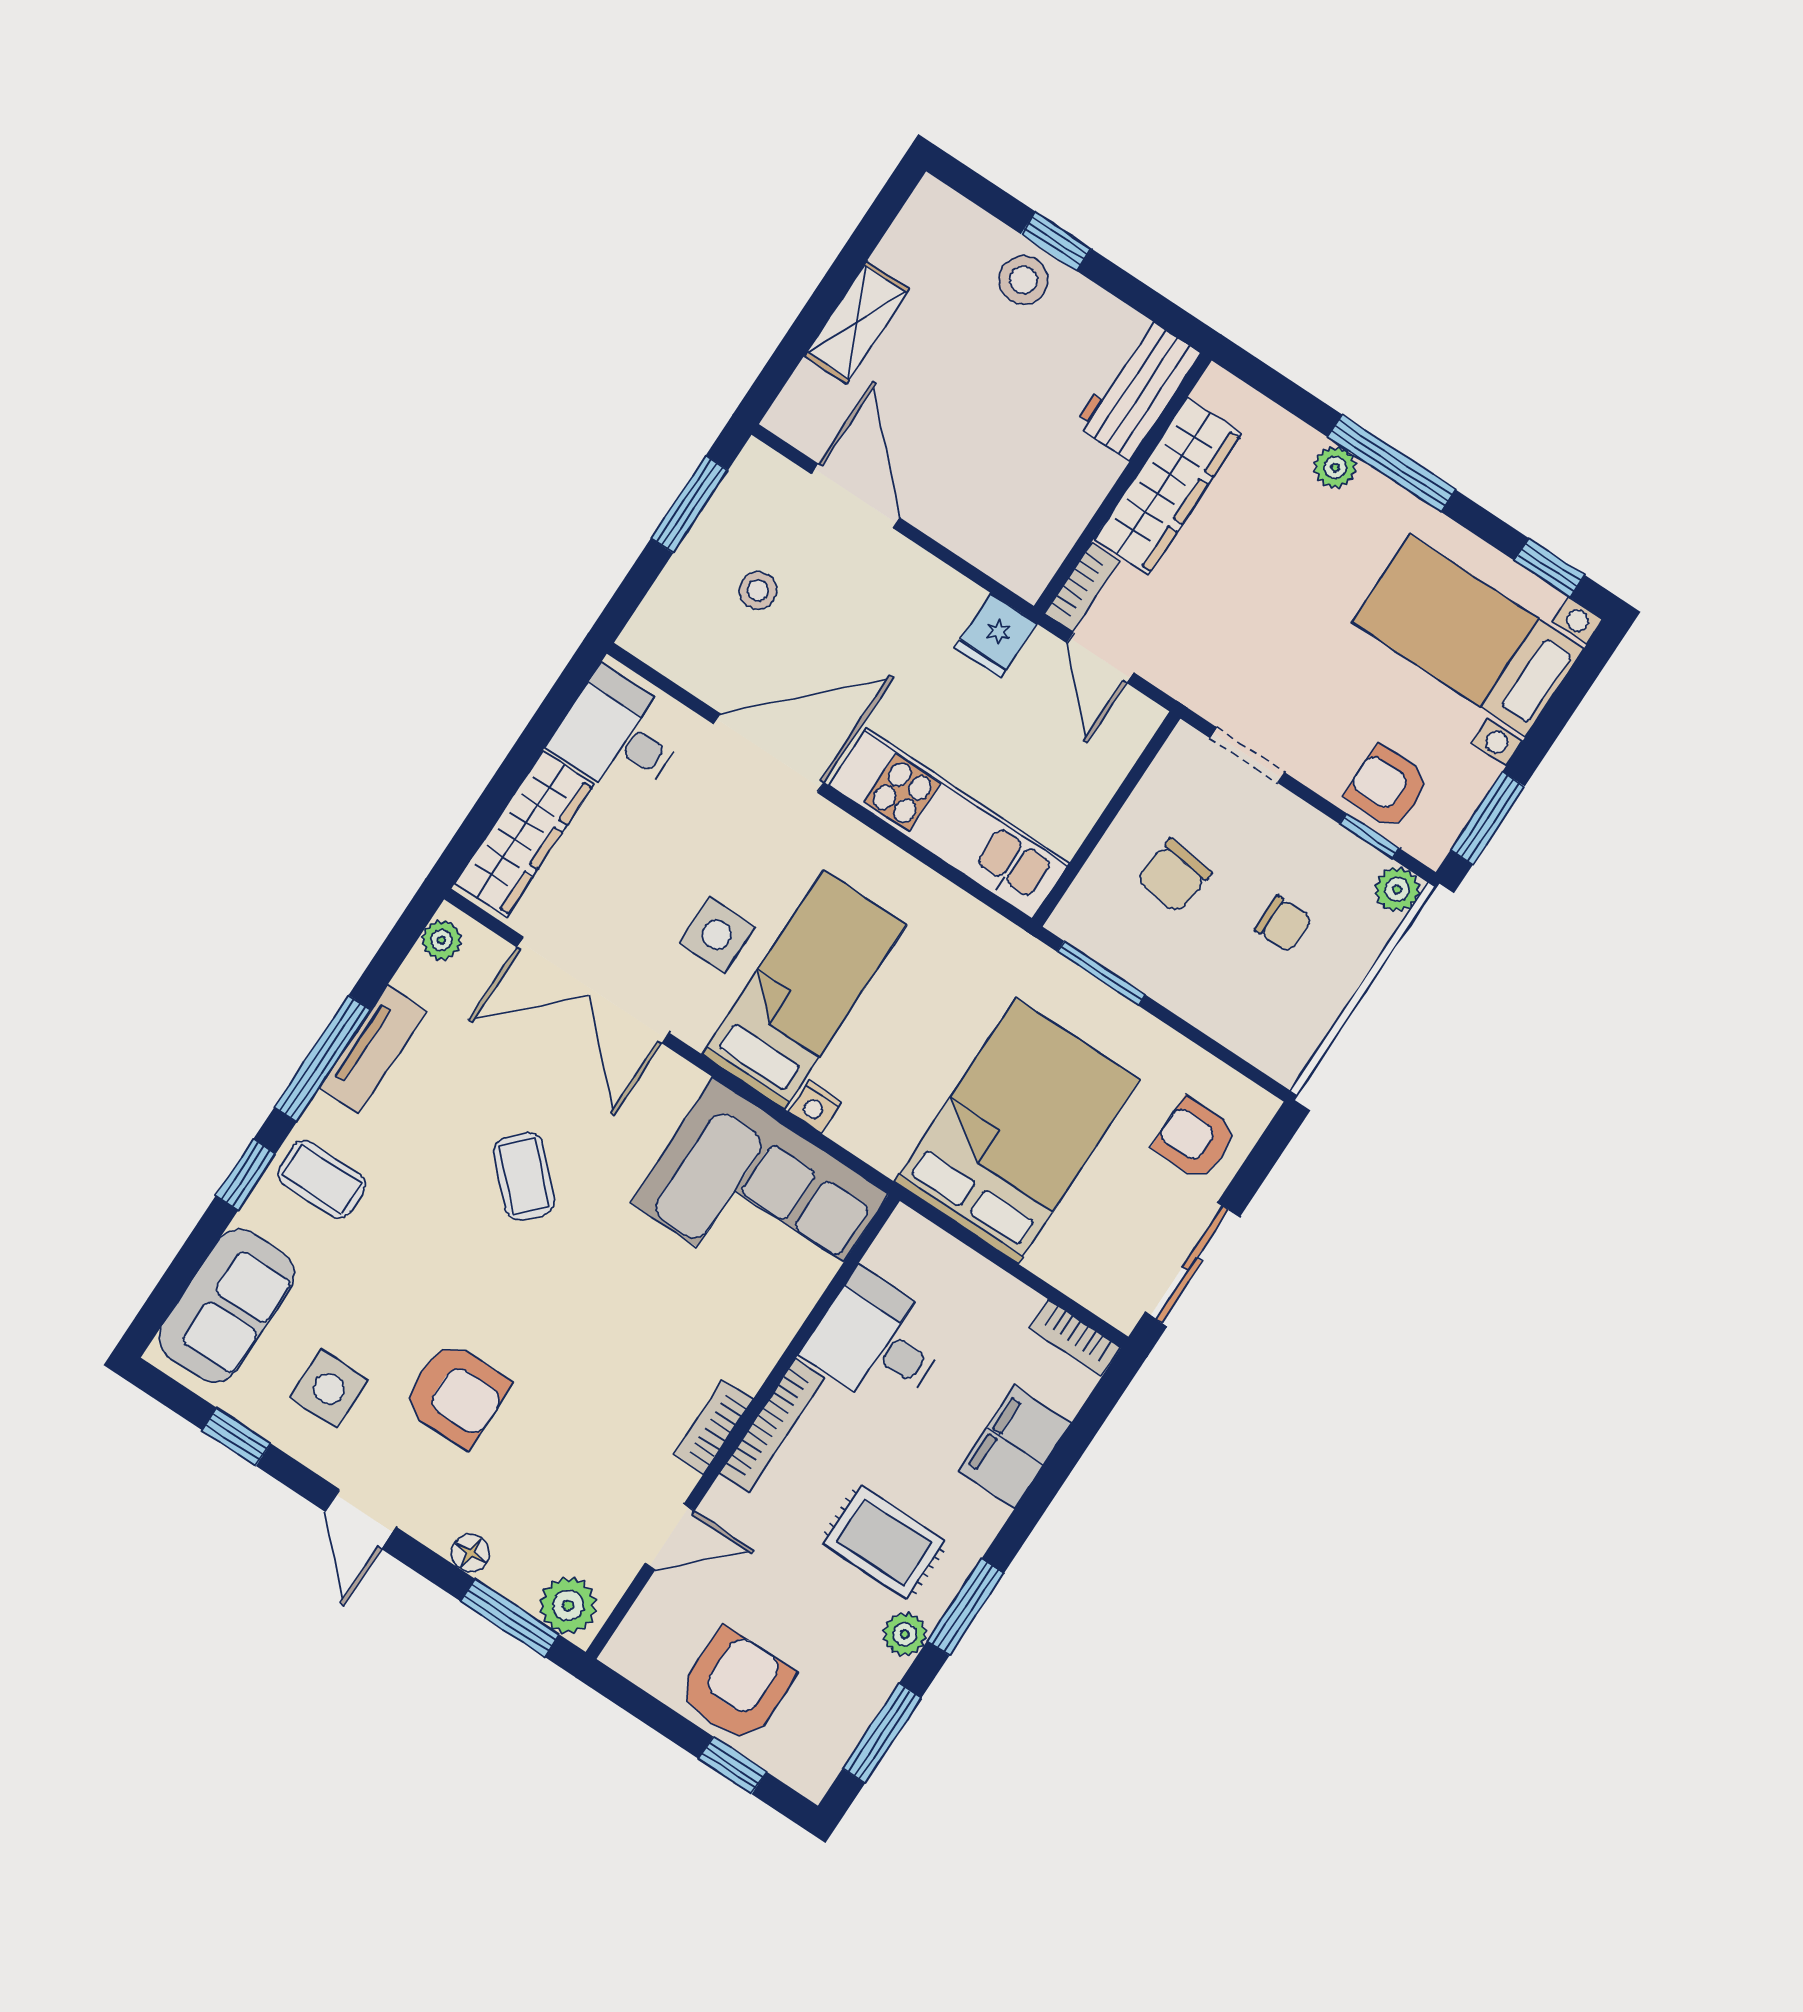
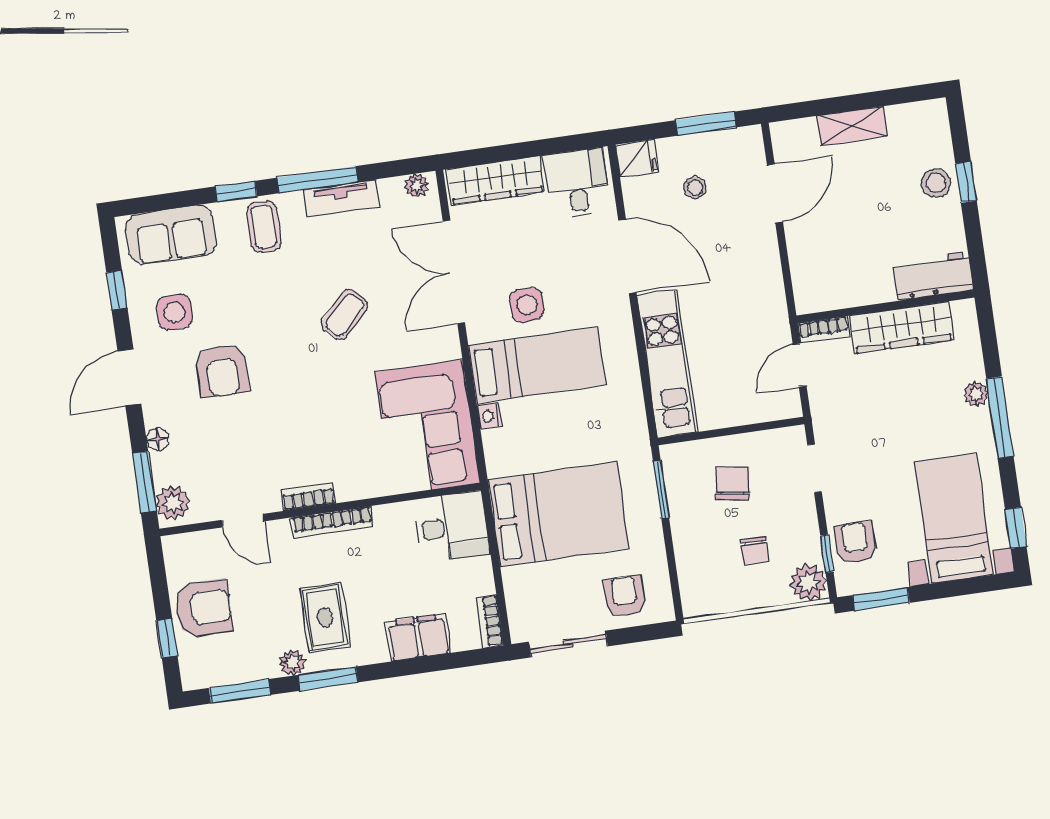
fridge: (996, 636) -> (637, 158), moved, turned 180
chair: (1174, 876) -> (733, 483), turned 92
plant: (1397, 889) -> (808, 583), width x1.38, depth x1.38
desk: (877, 1342) -> (452, 527), moved, turned 90
door: (361, 1519) -> (129, 377), width x1.38

